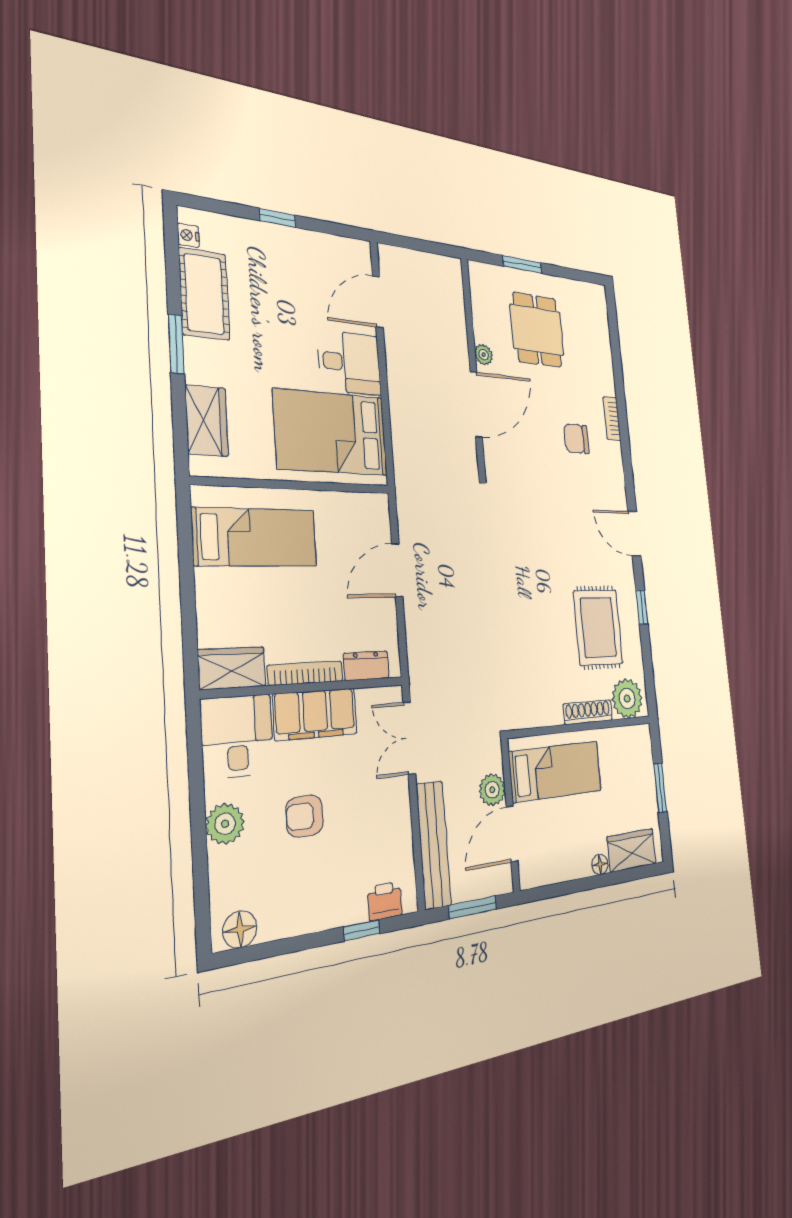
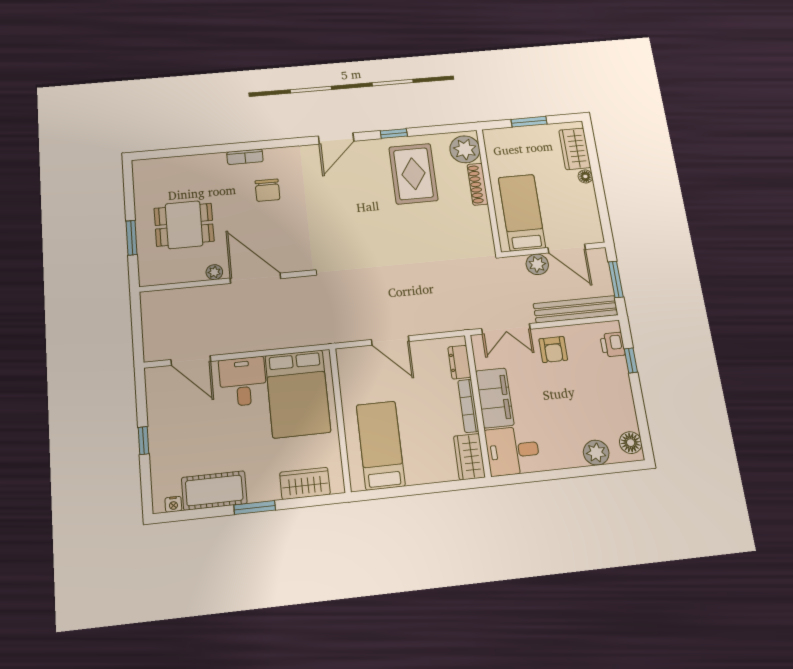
rug: (598, 627) -> (413, 174), turned 90
armchair: (304, 816) -> (553, 350), moved
plant: (225, 824) -> (596, 453), moved

